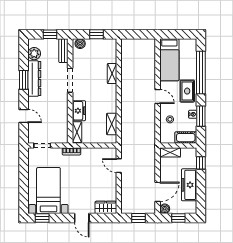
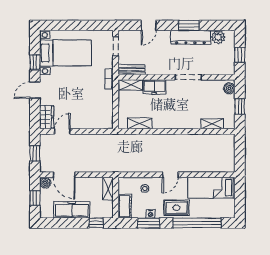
bench: (63, 51) -> (131, 70), moved
shelving: (112, 74) -> (212, 124), moved
door: (119, 166) -> (62, 131), moved
window: (42, 218) -> (35, 62), moved

